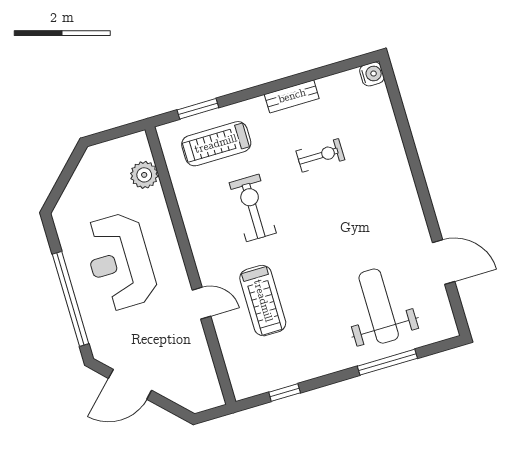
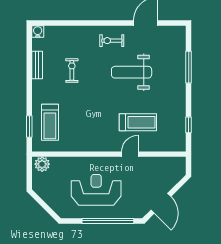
bench: (292, 96) -> (37, 65), moved
plant: (144, 175) -> (42, 164), moved
exercise bike: (253, 208) -> (112, 41), moved, width x0.73, depth x0.72
reception desk: (120, 262) -> (96, 190), turned 180
weight bench: (379, 306) -> (132, 72), moved

